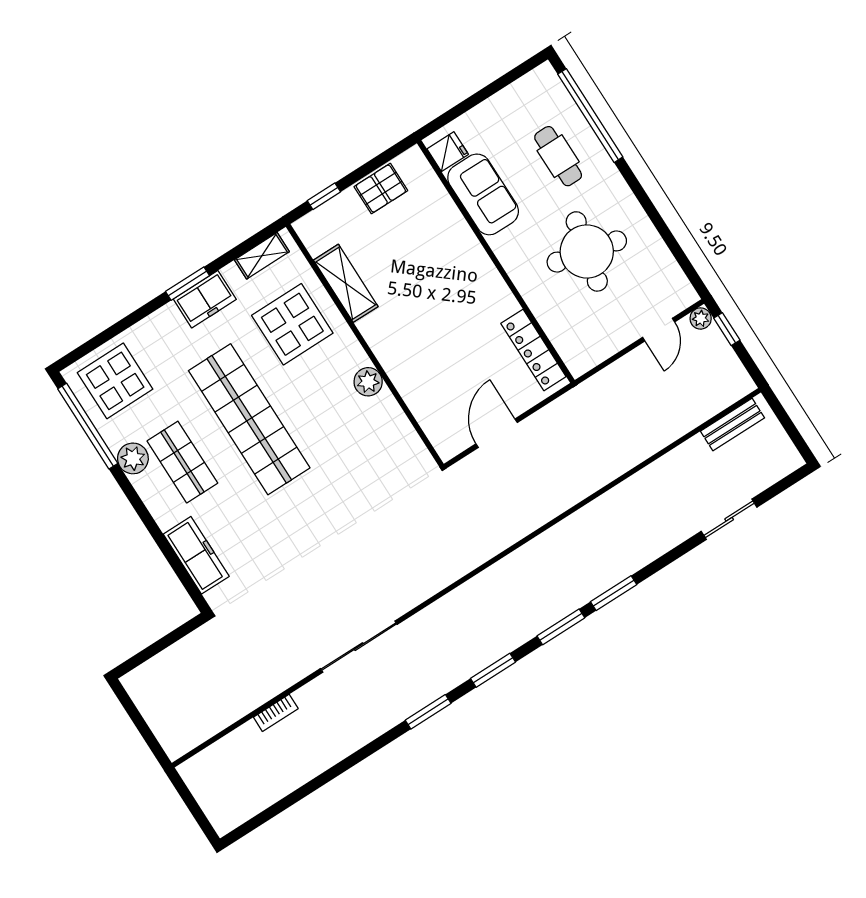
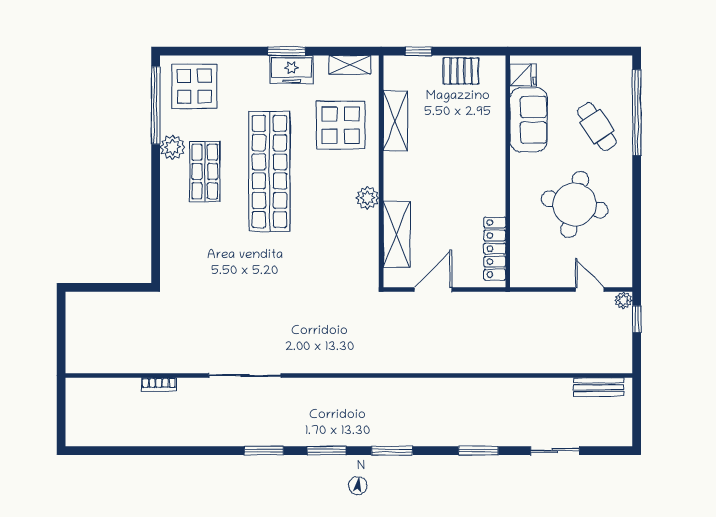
cafe table: (558, 156) -> (597, 126), turned -33
door: (659, 330) -> (590, 290), swing flipped
shelving: (422, 400) -> (397, 234), added
freezer: (196, 555) -> (173, 241), removed
window: (614, 593) -> (478, 451), moved

